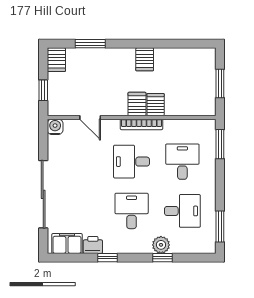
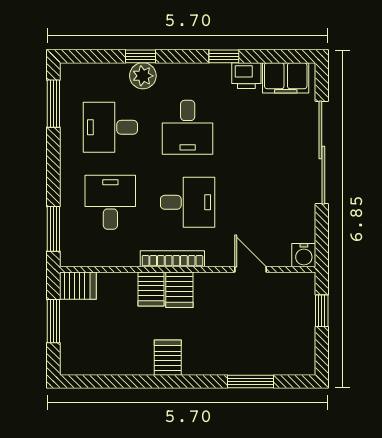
server rack: (56, 60) -> (78, 286), moved, turned 90
desk: (182, 162) -> (110, 202), turned 180

